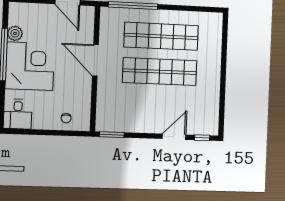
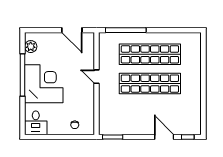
plant: (15, 33) -> (31, 47), moved
door: (95, 60) -> (97, 77), width x0.53
door: (174, 137) -> (164, 137), hinge flipped

